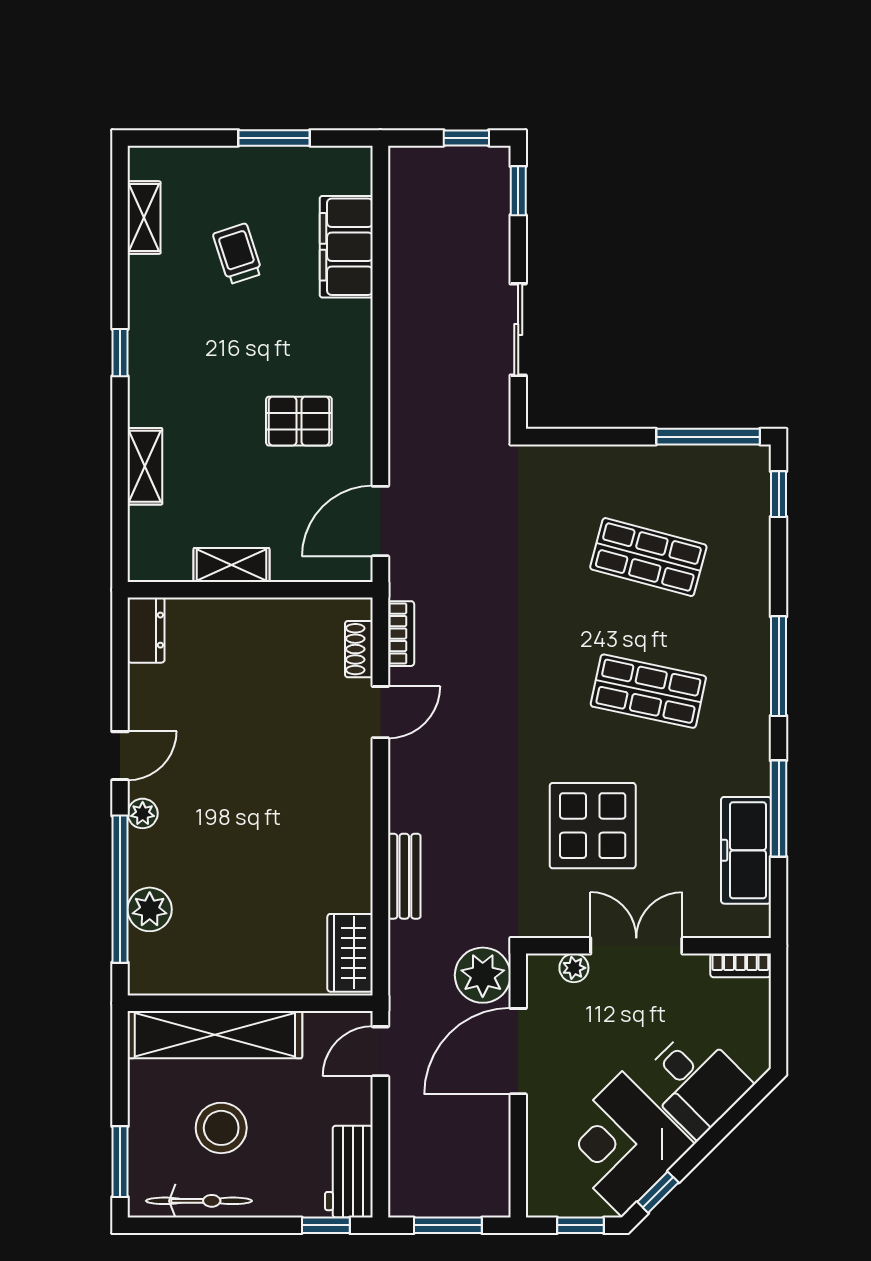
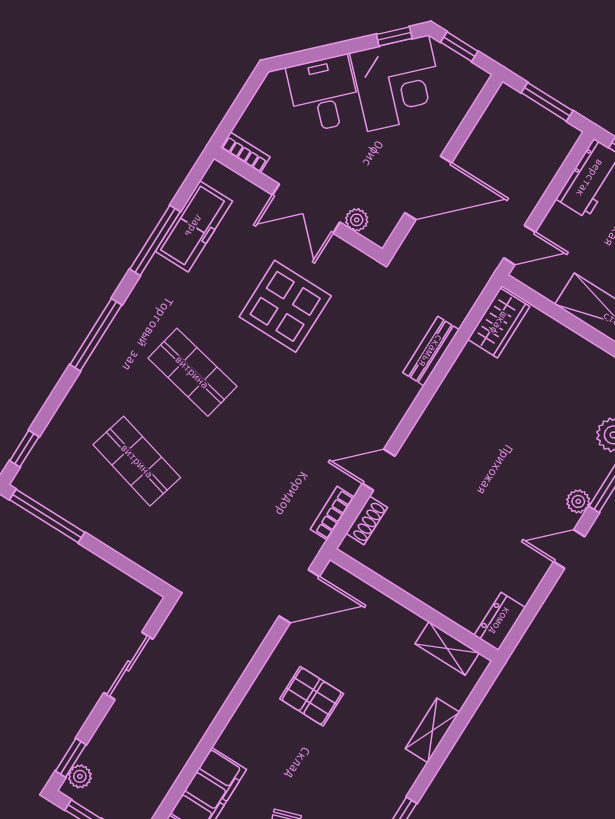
shelving: (232, 565) -> (447, 648), moved
plant: (483, 975) -> (80, 776), moved, width x0.53, depth x0.53

